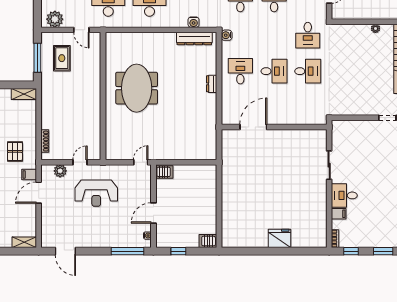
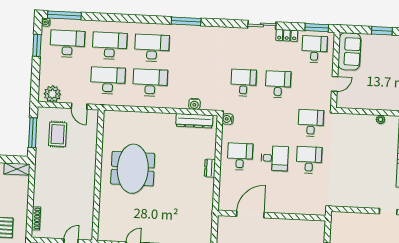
desk: (308, 35) -> (311, 123), turned 180
desk: (308, 71) -> (309, 160), turned -90

